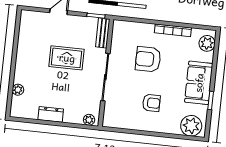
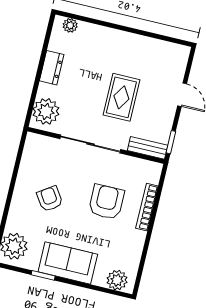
bookcase: (173, 30) -> (147, 207), moved
plant: (18, 90) -> (70, 25), moved
armchair: (151, 103) -> (50, 199), turned 146
plant: (89, 120) -> (46, 111), width x1.88, depth x1.88

